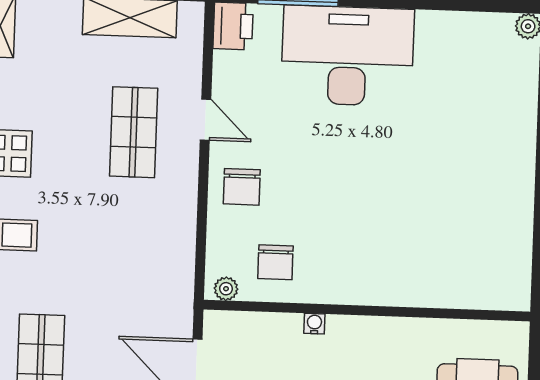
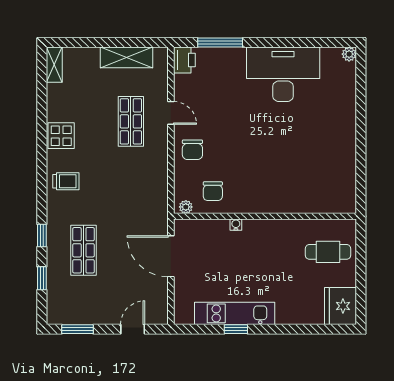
desk: (347, 56) -> (283, 74), moved

